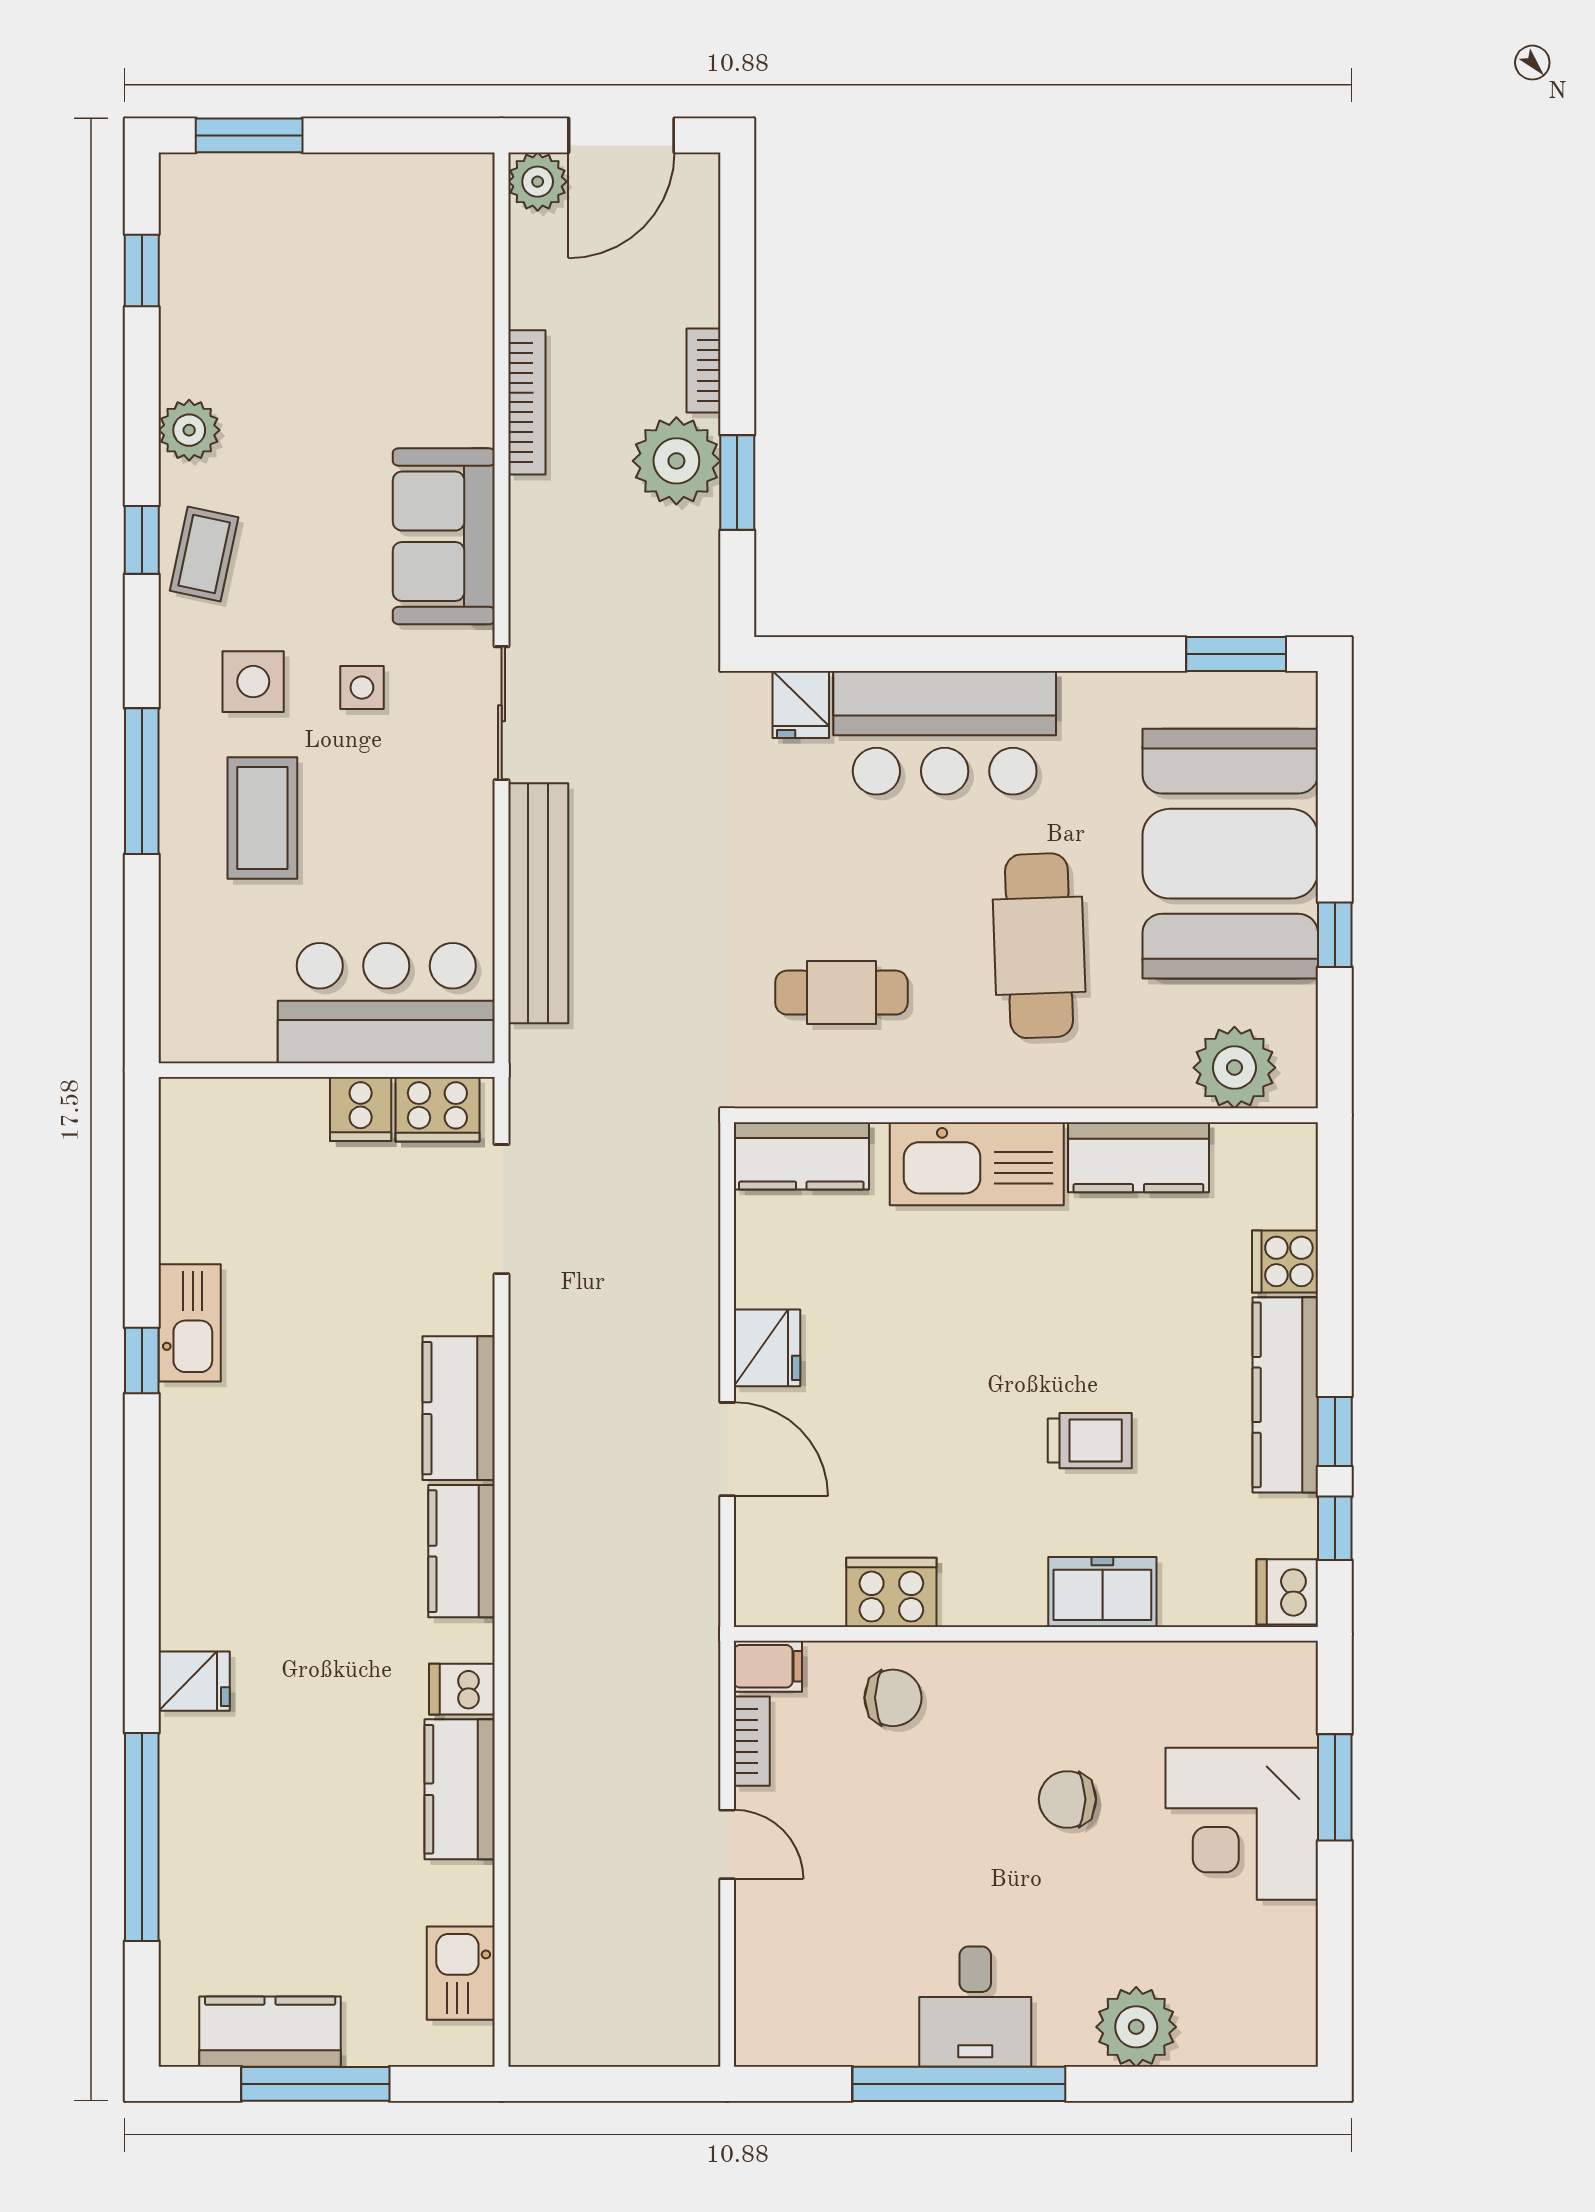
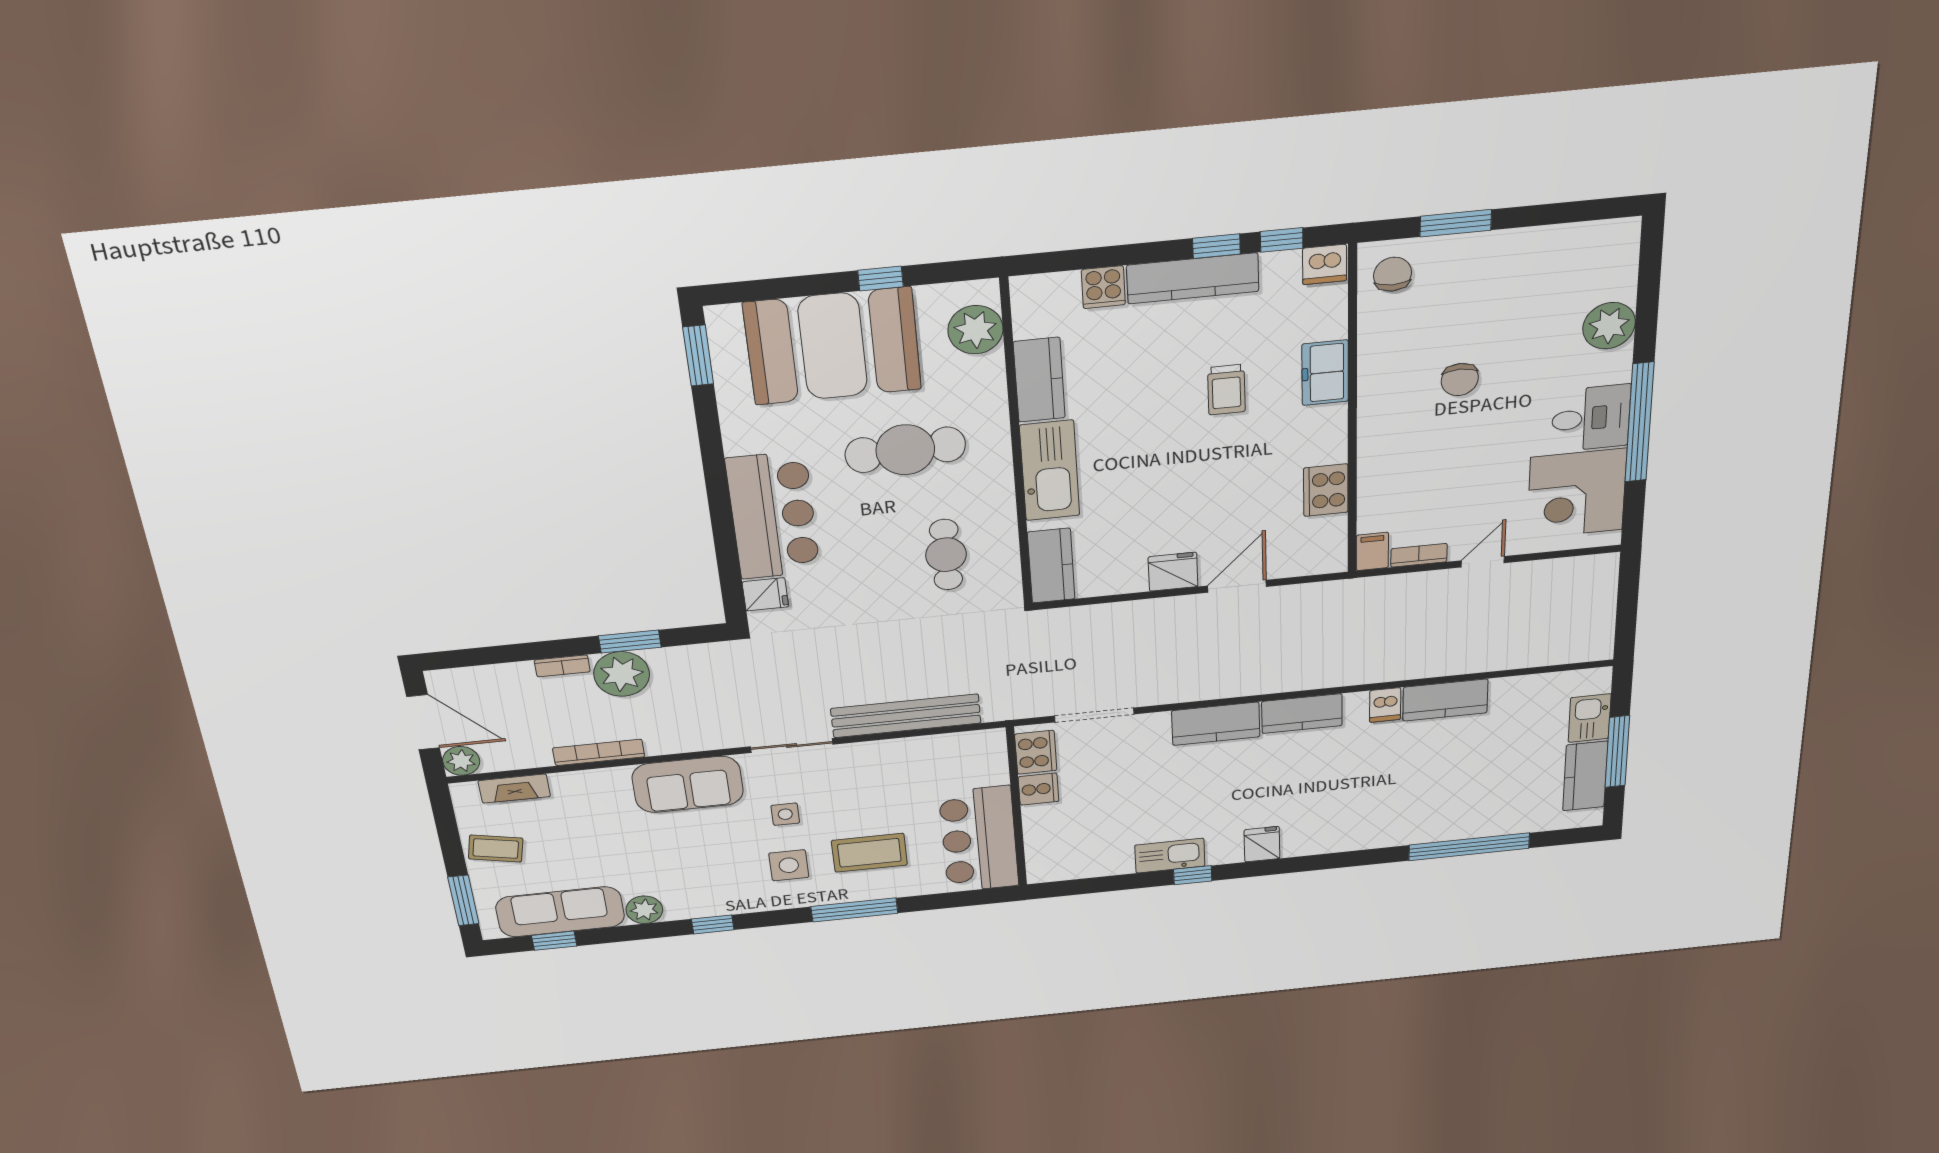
fireplace: (471, 257) -> (514, 789), added
sofa: (203, 290) -> (560, 912), added
coffee table: (204, 554) -> (496, 849), moved
bar counter: (386, 1003) -> (979, 839), moved
trolley: (1090, 1441) -> (1226, 390), turned 180
fridge: (194, 1681) -> (1262, 844), moved
chair: (893, 1698) -> (1393, 274), moved
corner desk: (1242, 1824) -> (1577, 494), moved, turned 90
kitchen sink: (461, 1973) -> (1590, 718), moved, turned 90

